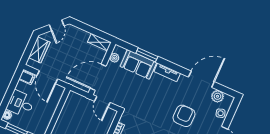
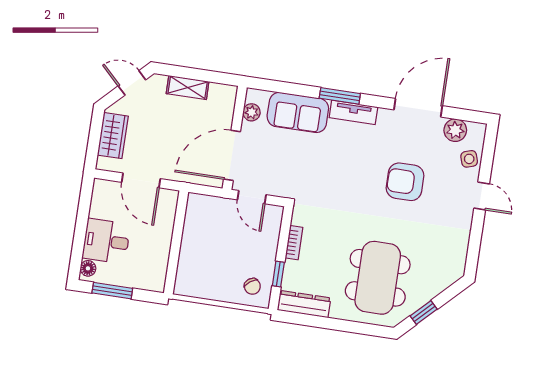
door: (57, 25) -> (132, 83), swing flipped
shelving: (99, 42) -> (188, 88), moved
window: (147, 55) -> (340, 96), moved
filing cabinet: (27, 78) -> (104, 191), removed
armchair: (184, 116) -> (405, 182), turned -90

